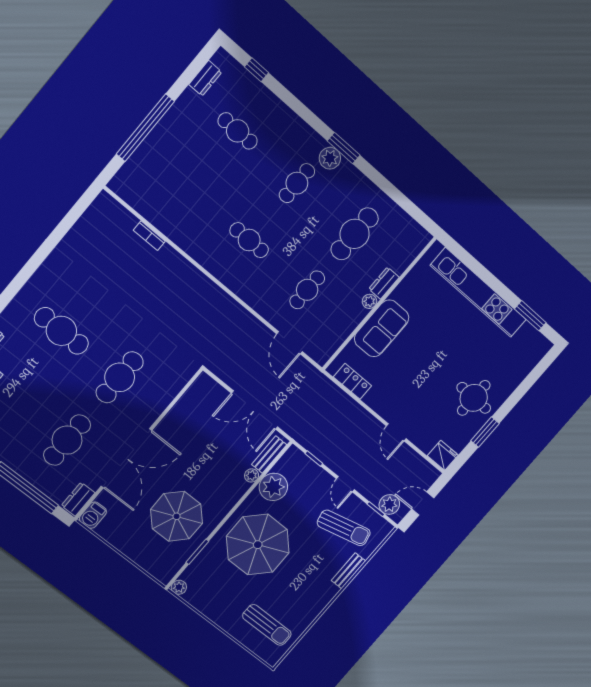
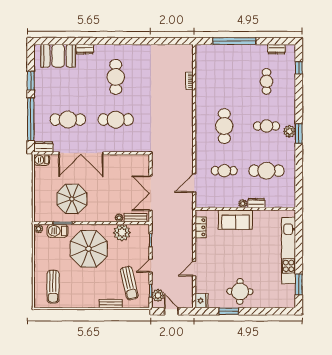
cafe table: (249, 240) -> (224, 126), width x1.37, depth x1.35
barbecue: (202, 566) -> (57, 231), added

